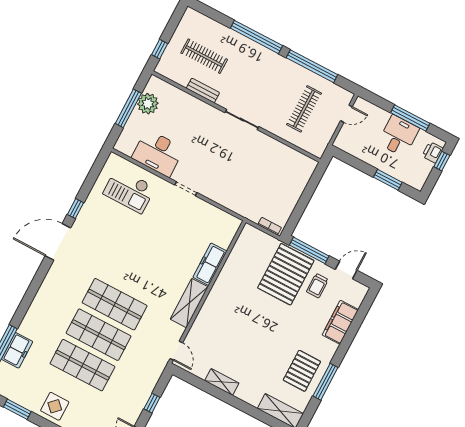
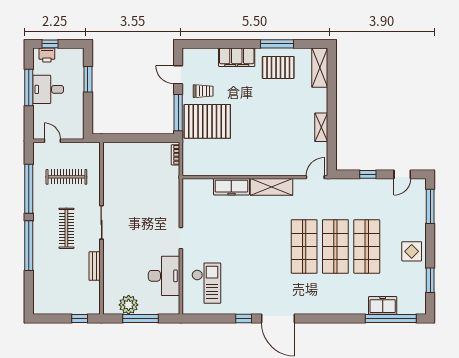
clothes rail: (204, 56) -> (66, 228), moved
filing cabinet: (340, 322) -> (237, 57), moved

